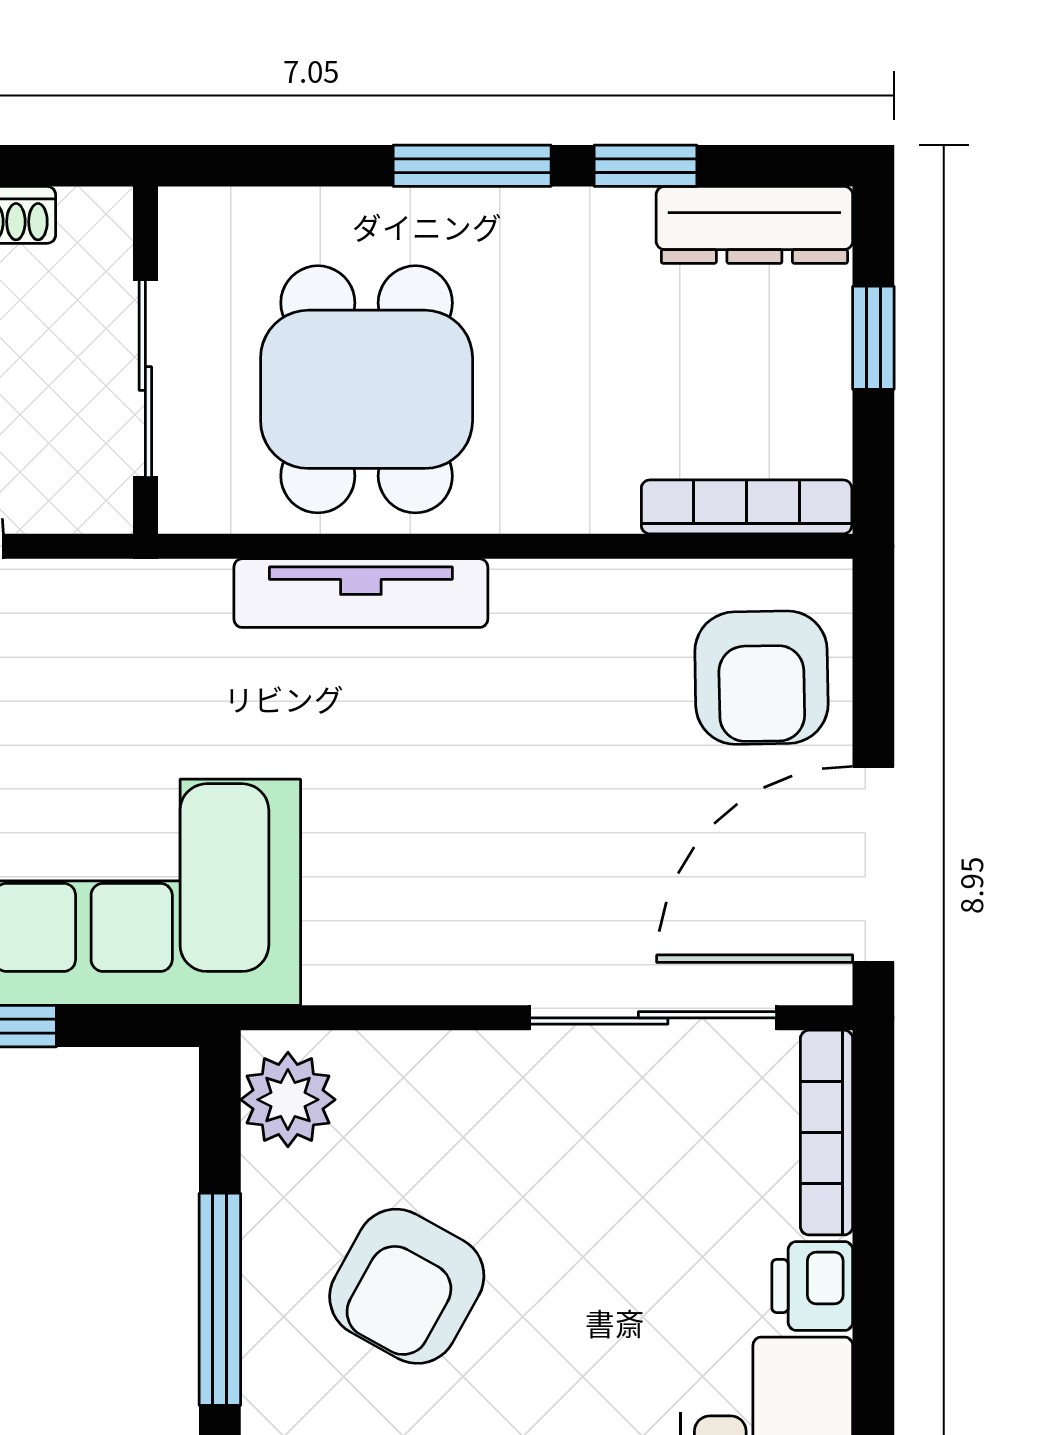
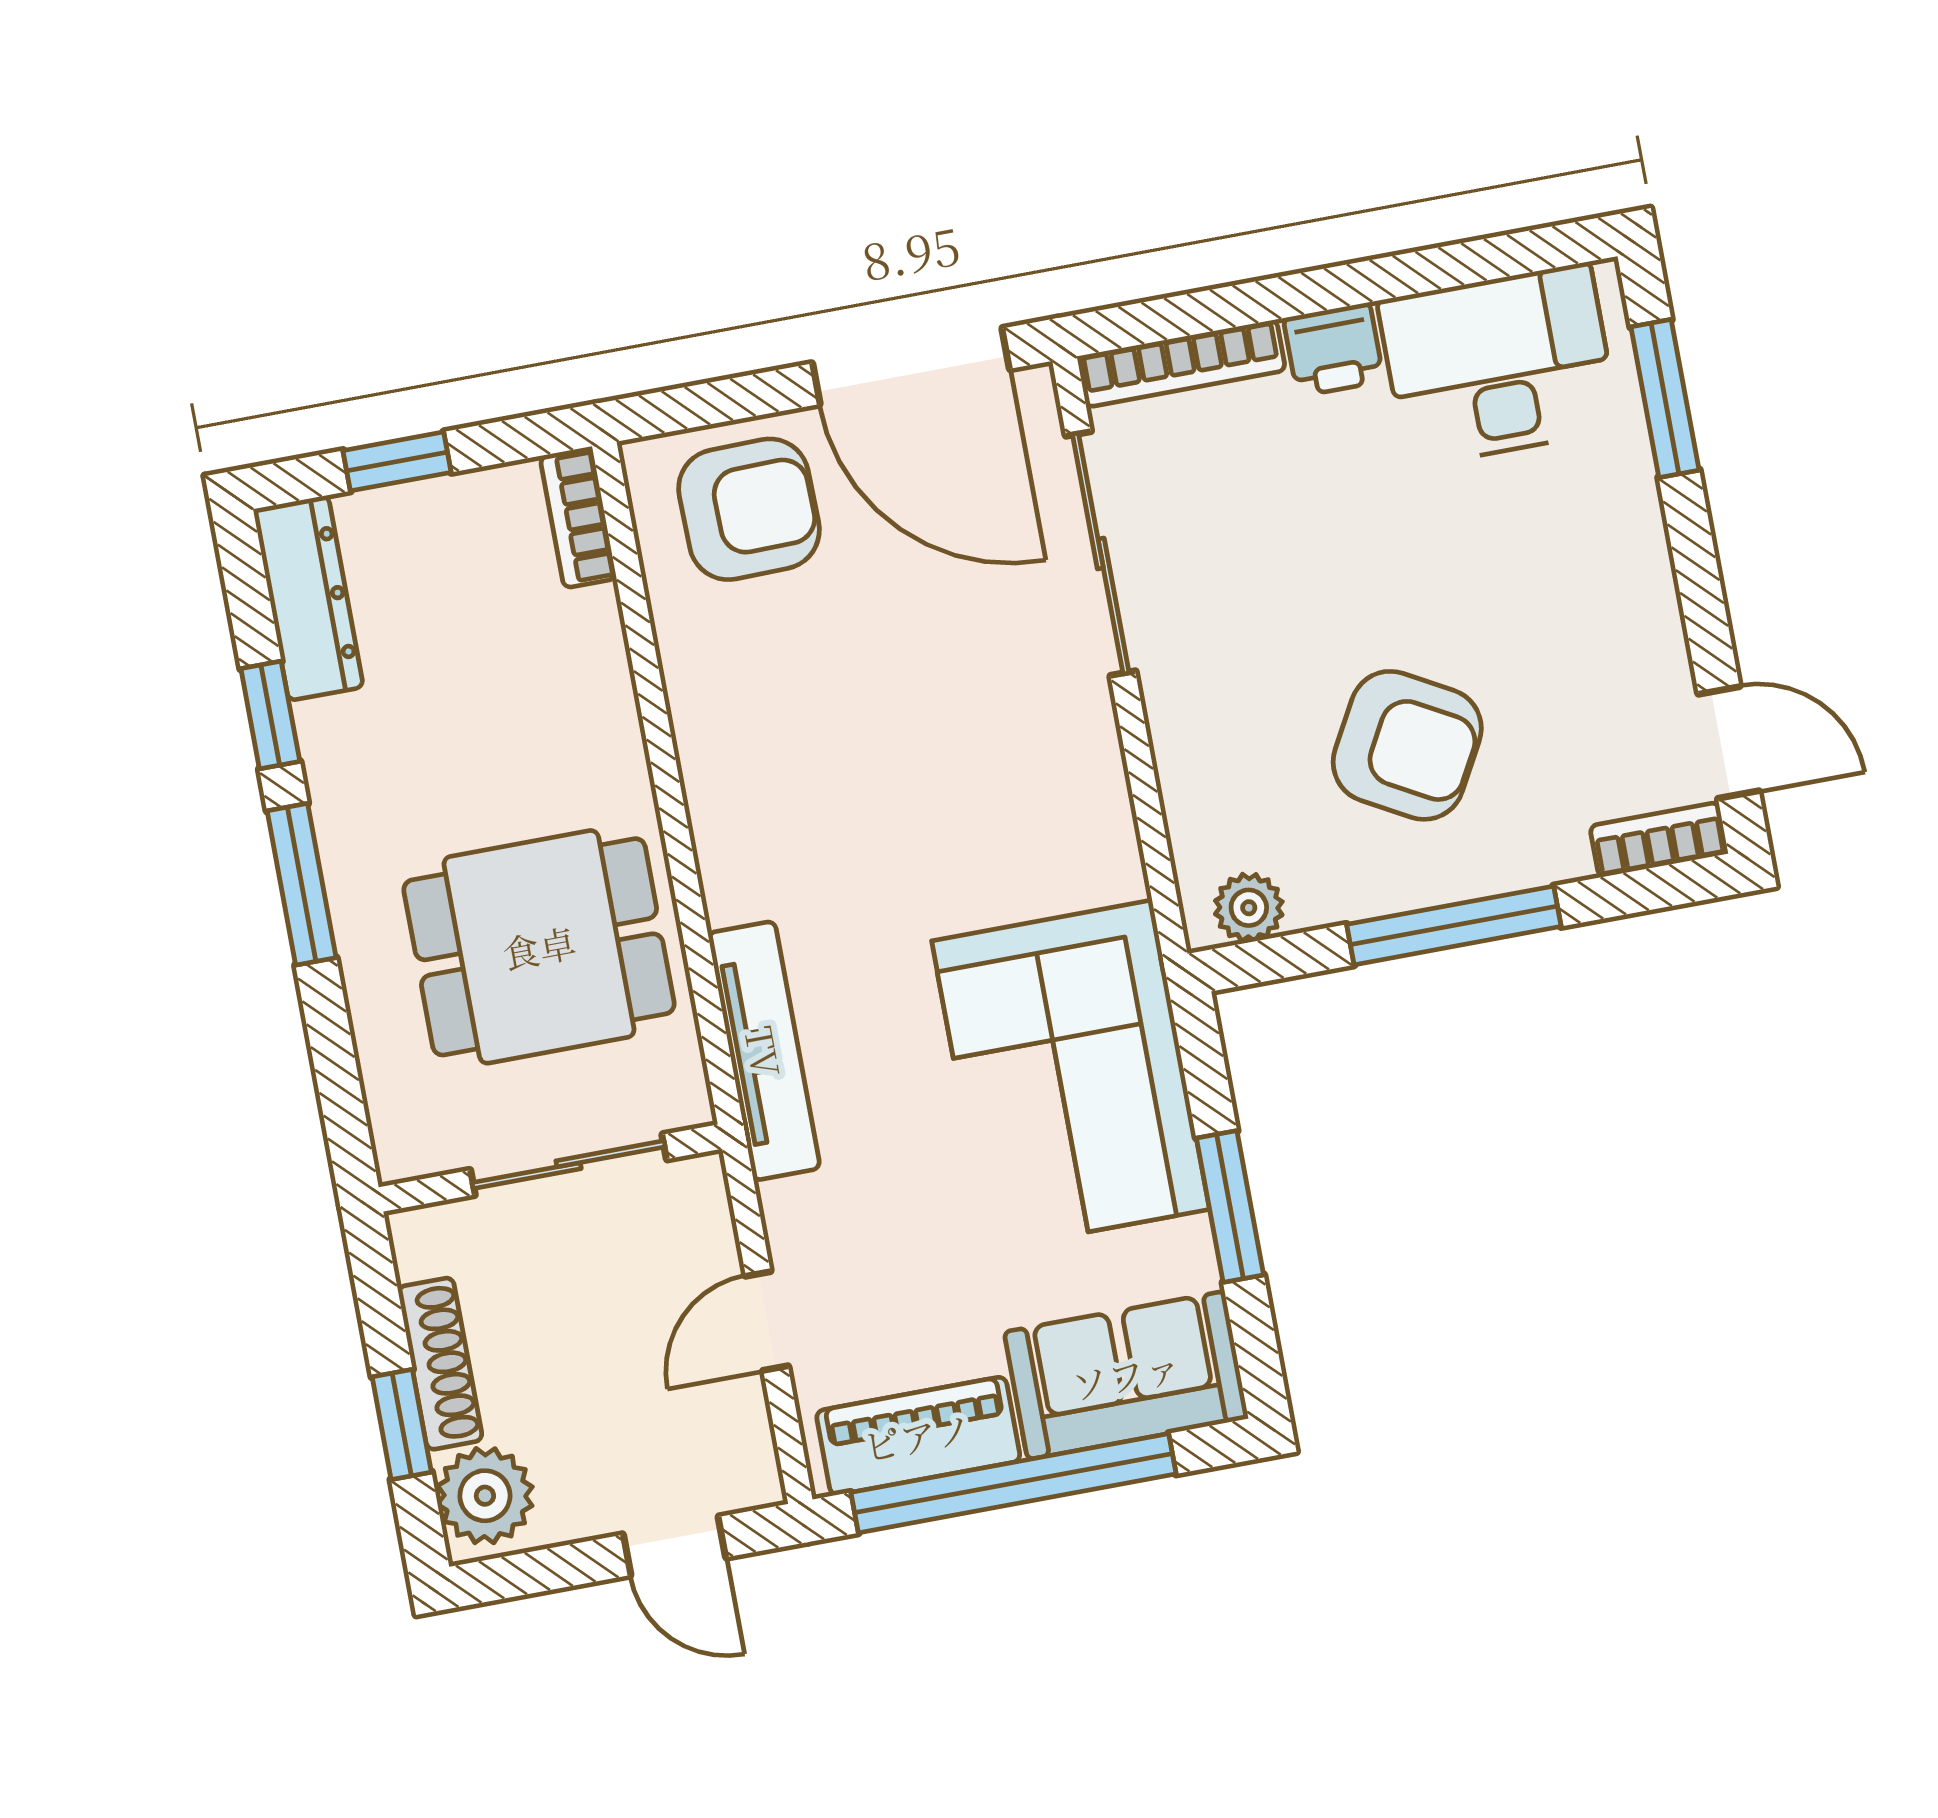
bookcase: (747, 507) -> (578, 518), width x0.64
tv unit: (361, 593) -> (764, 1051), moved
plant: (288, 1100) -> (1249, 908), width x0.73, depth x0.73

